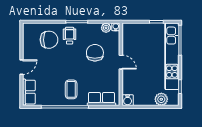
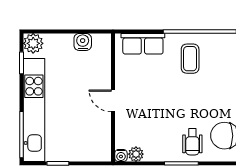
chair: (95, 53) -> (153, 115), removed
plant: (161, 99) -> (33, 43), moved
water cooler: (128, 100) -> (83, 42), moved

